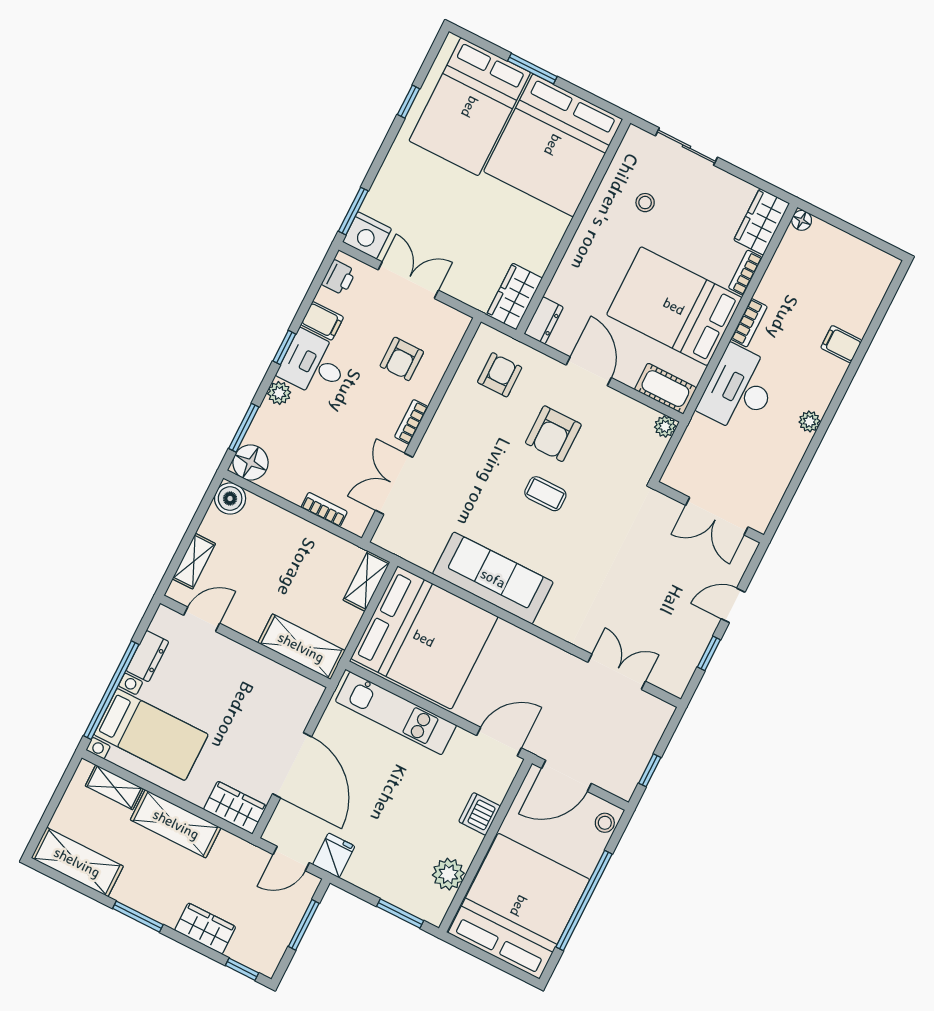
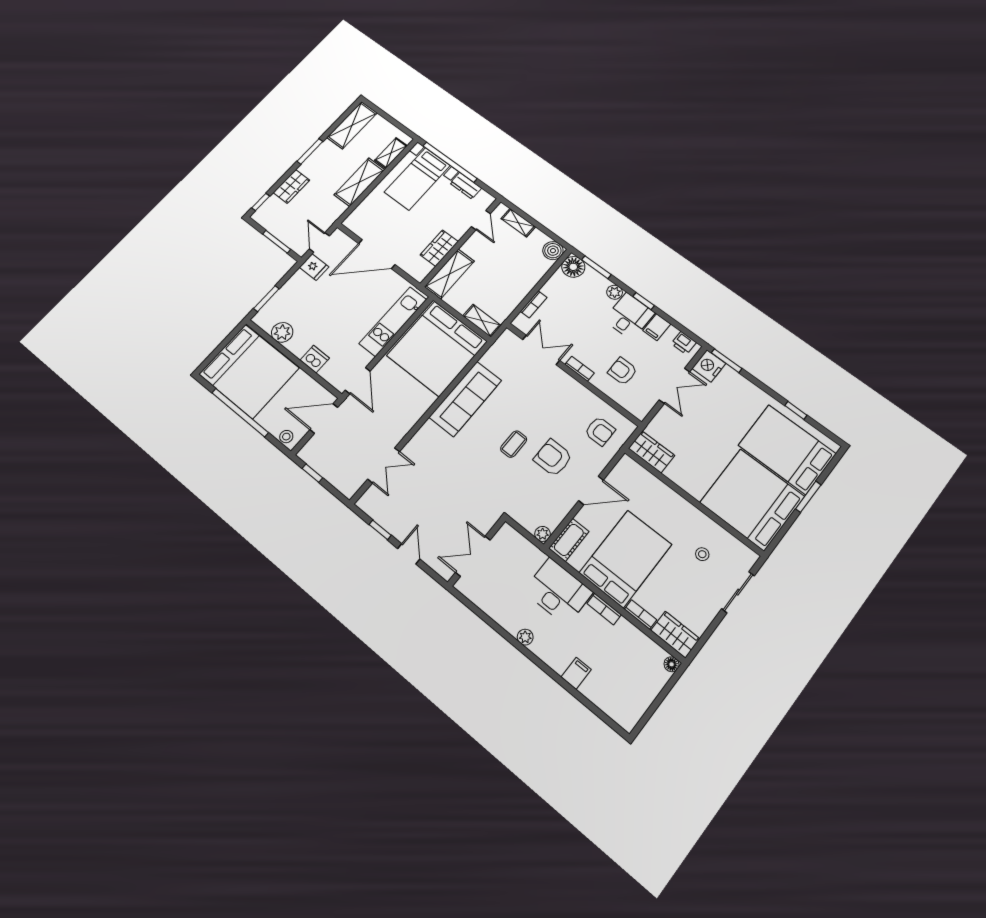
dresser: (544, 320) -> (632, 468), removed
door: (567, 776) -> (324, 419), hinge flipped
wardrobe: (235, 808) -> (439, 248), moved, turned 180

